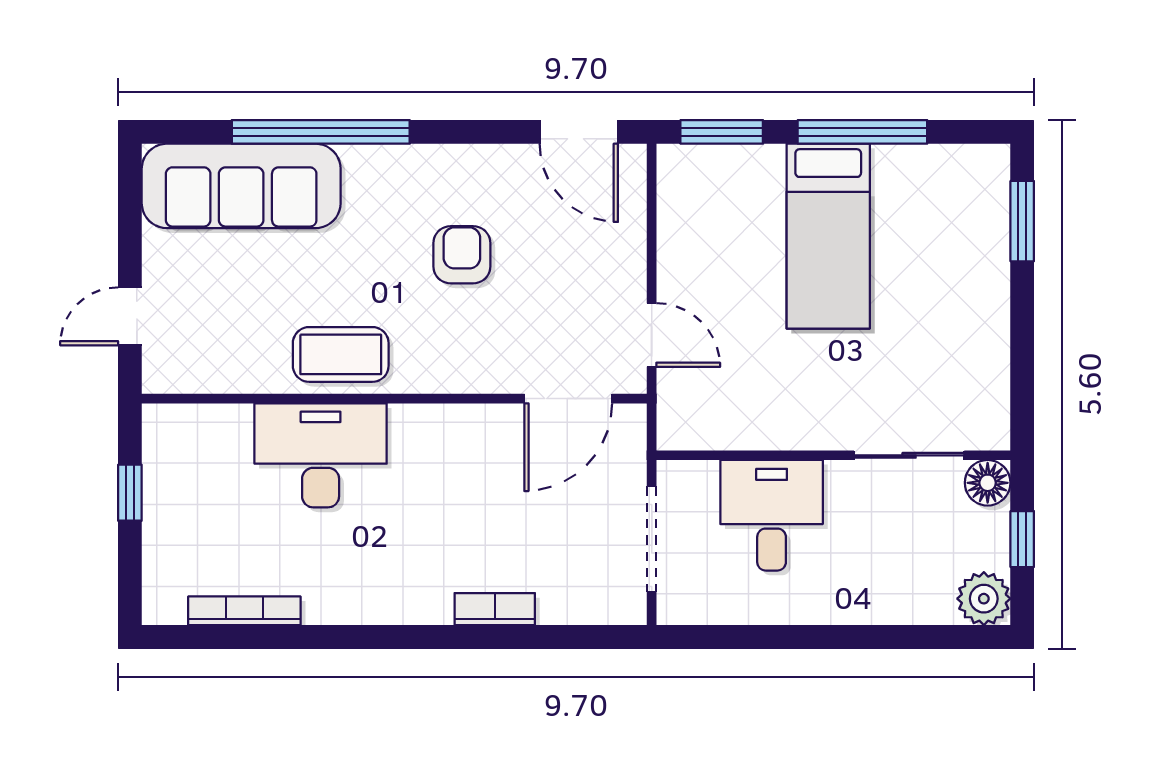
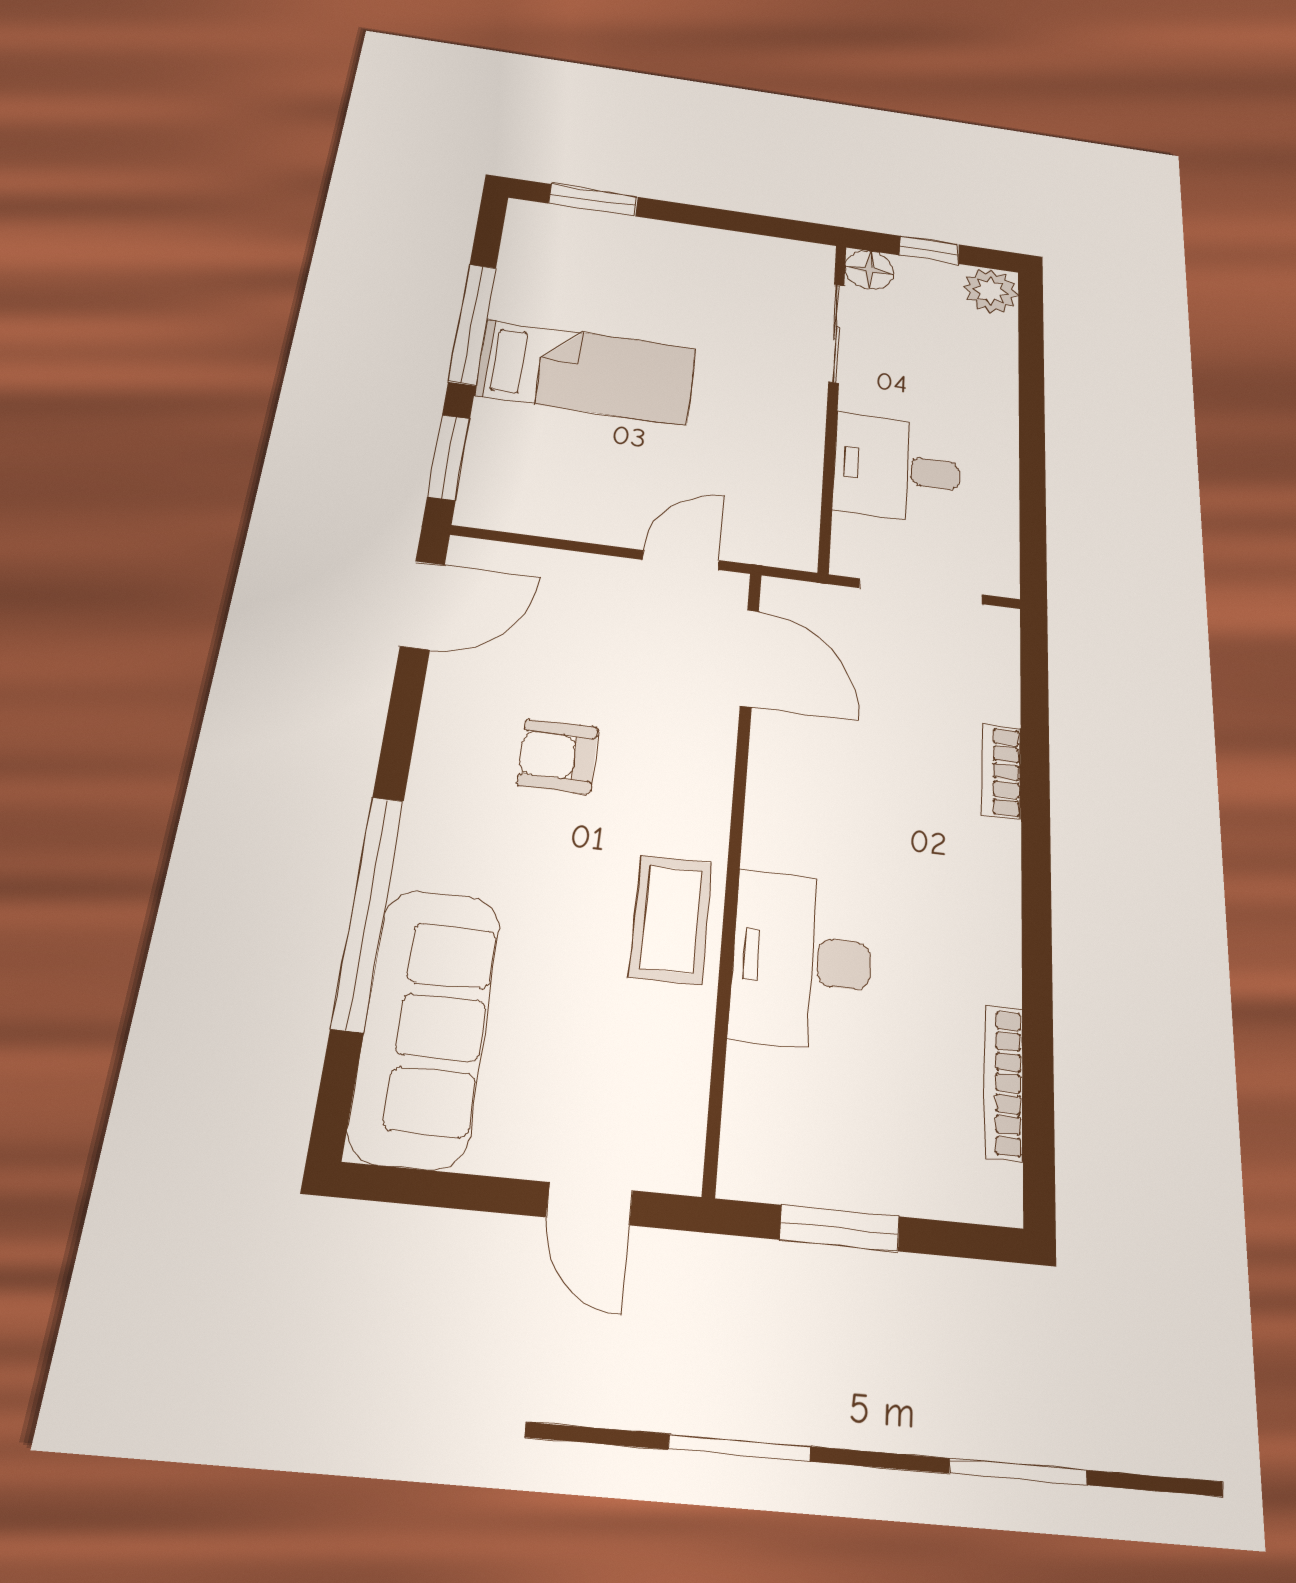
window: (130, 493) -> (840, 1228), width x1.50

